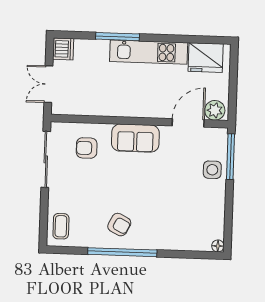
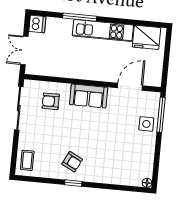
plant: (215, 110) -> (151, 78), removed
window: (122, 252) -> (73, 183), width x0.32

